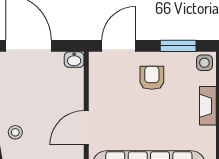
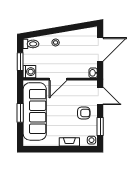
door: (86, 128) -> (58, 79), swing flipped

